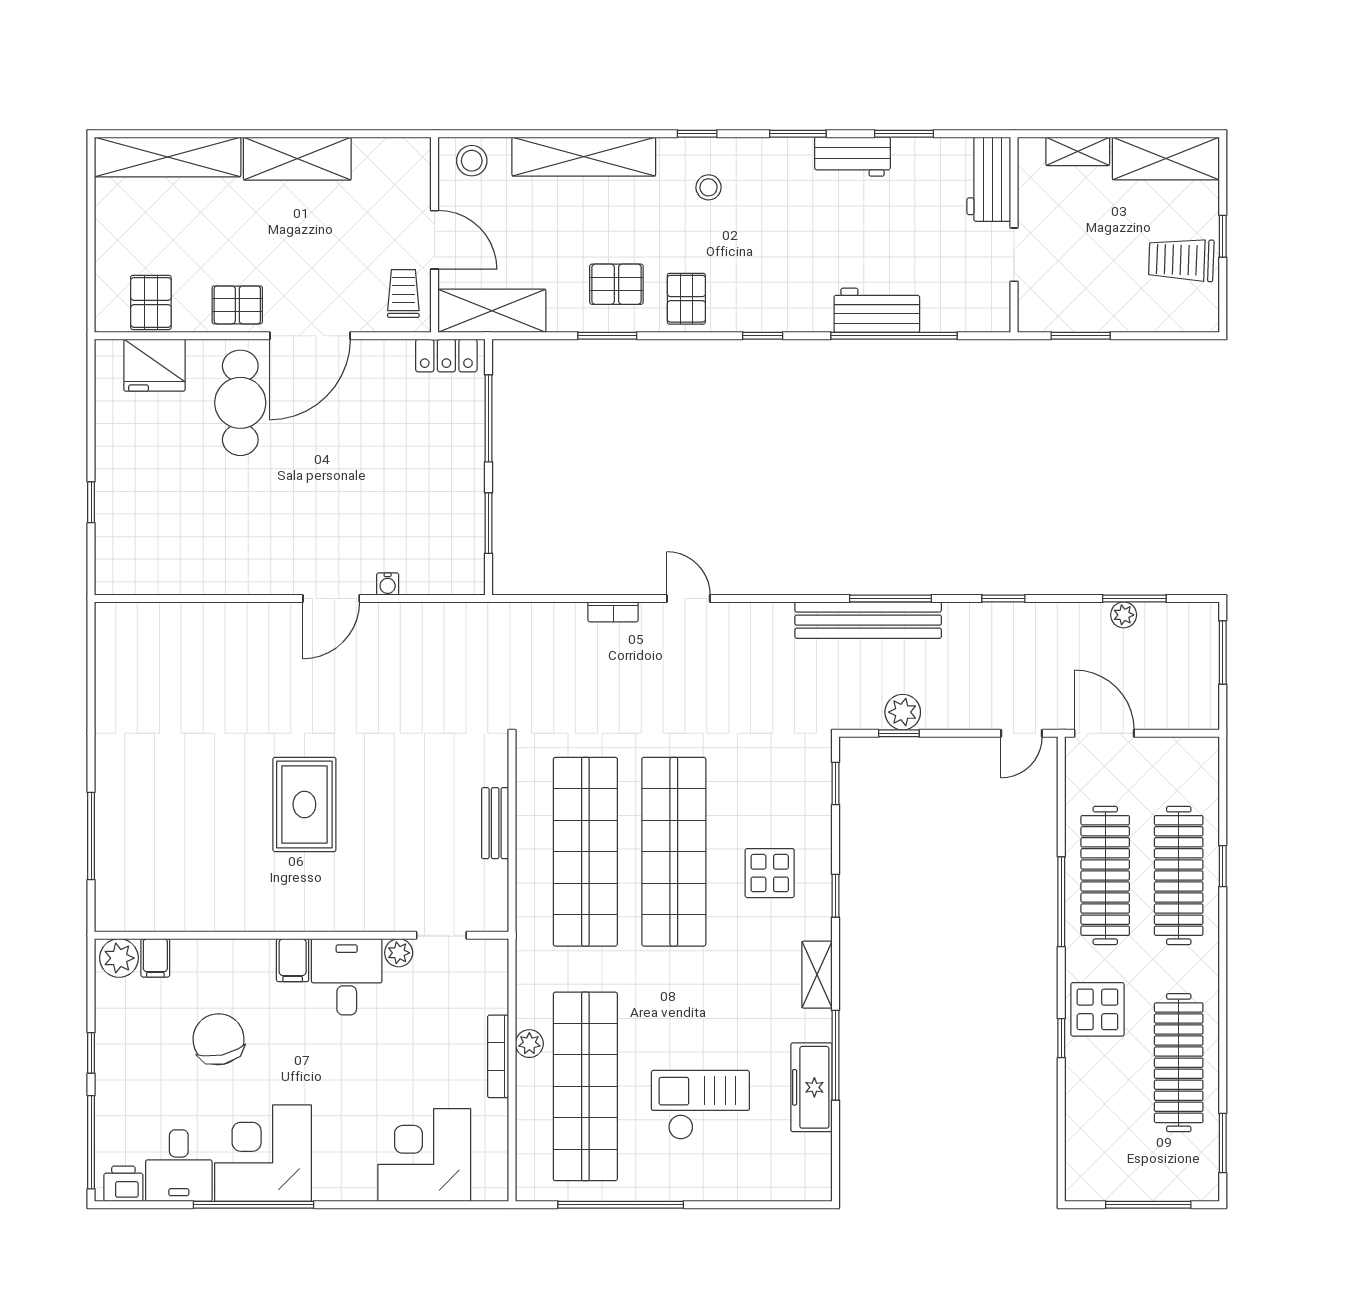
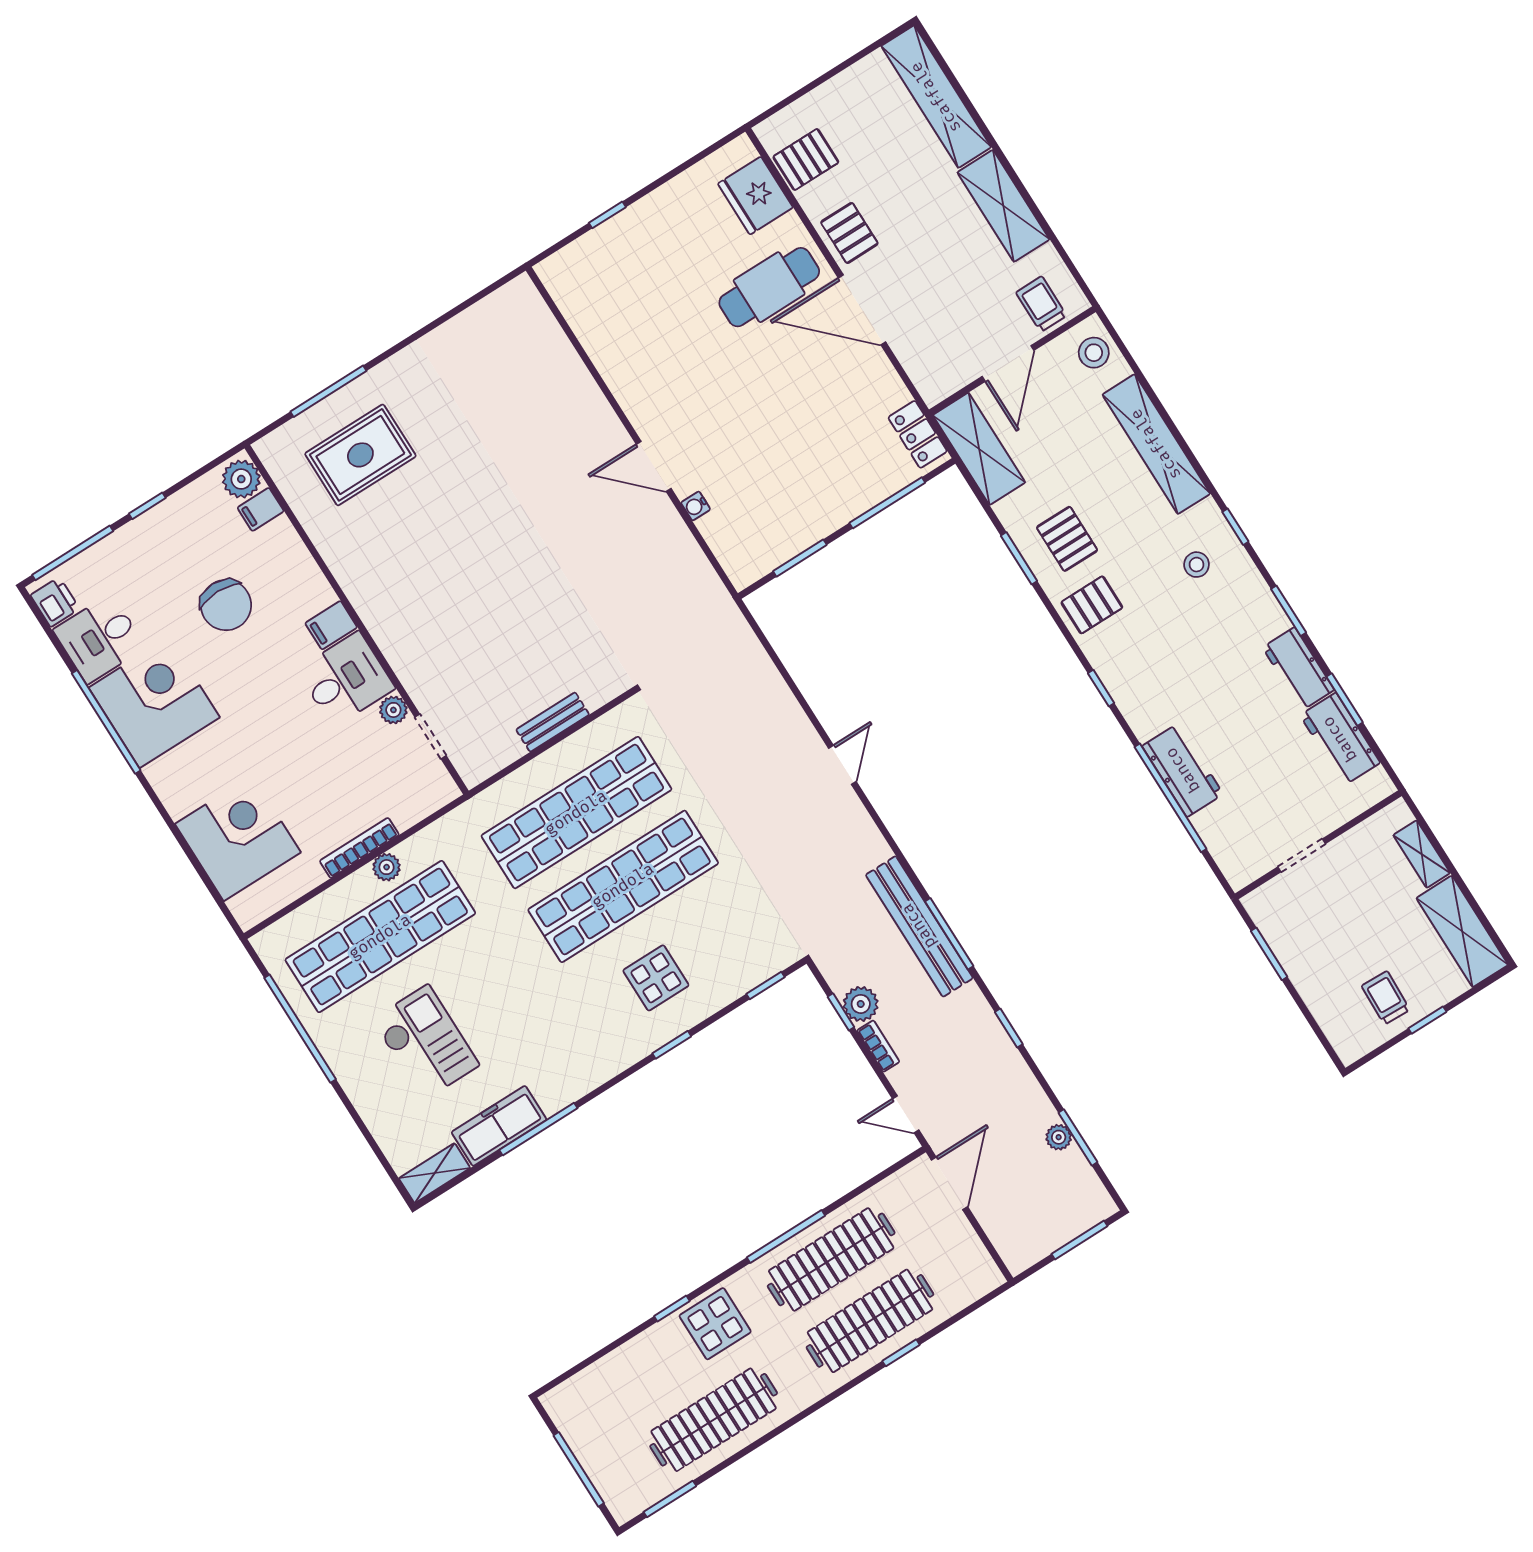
workbench: (989, 179) -> (1340, 739), moved, turned -90
trolley: (1181, 260) -> (1386, 998), width x0.73, depth x0.72
trolley: (403, 293) -> (1041, 304), moved, turned -90
bookcase: (613, 612) -> (878, 1046), moved, turned 180
rug: (304, 804) -> (360, 455), moved
shelving: (817, 975) -> (435, 1173), moved
chair: (218, 1039) -> (226, 605), turned 102

